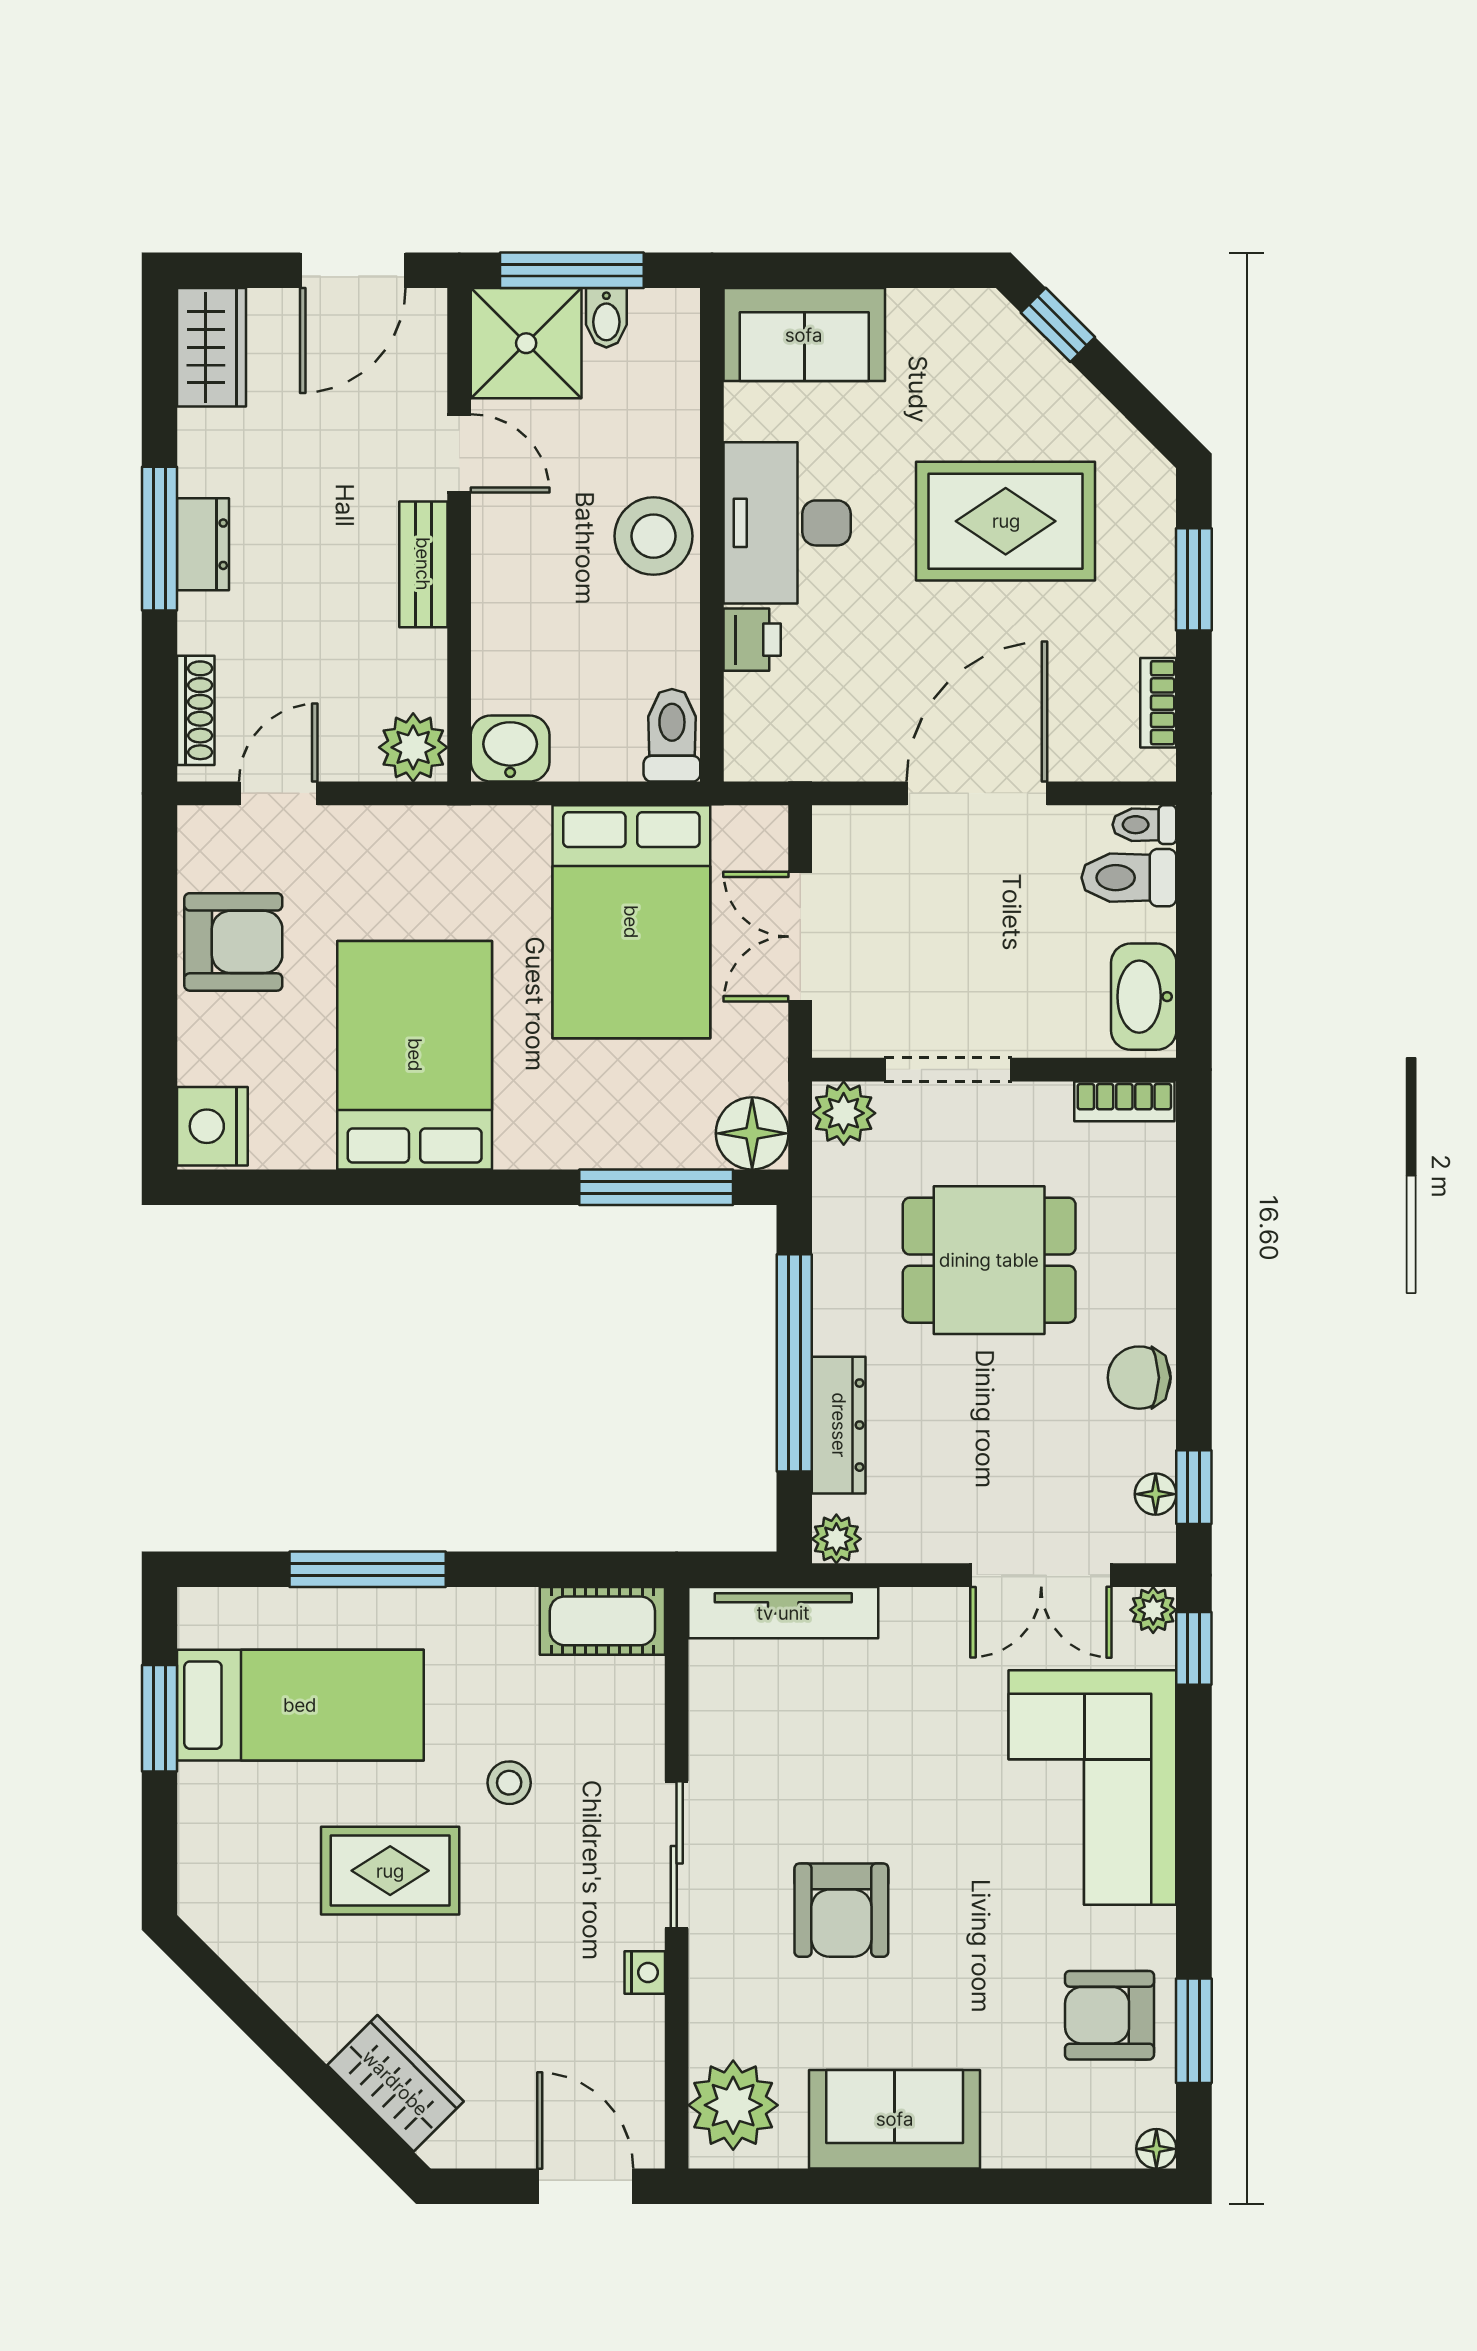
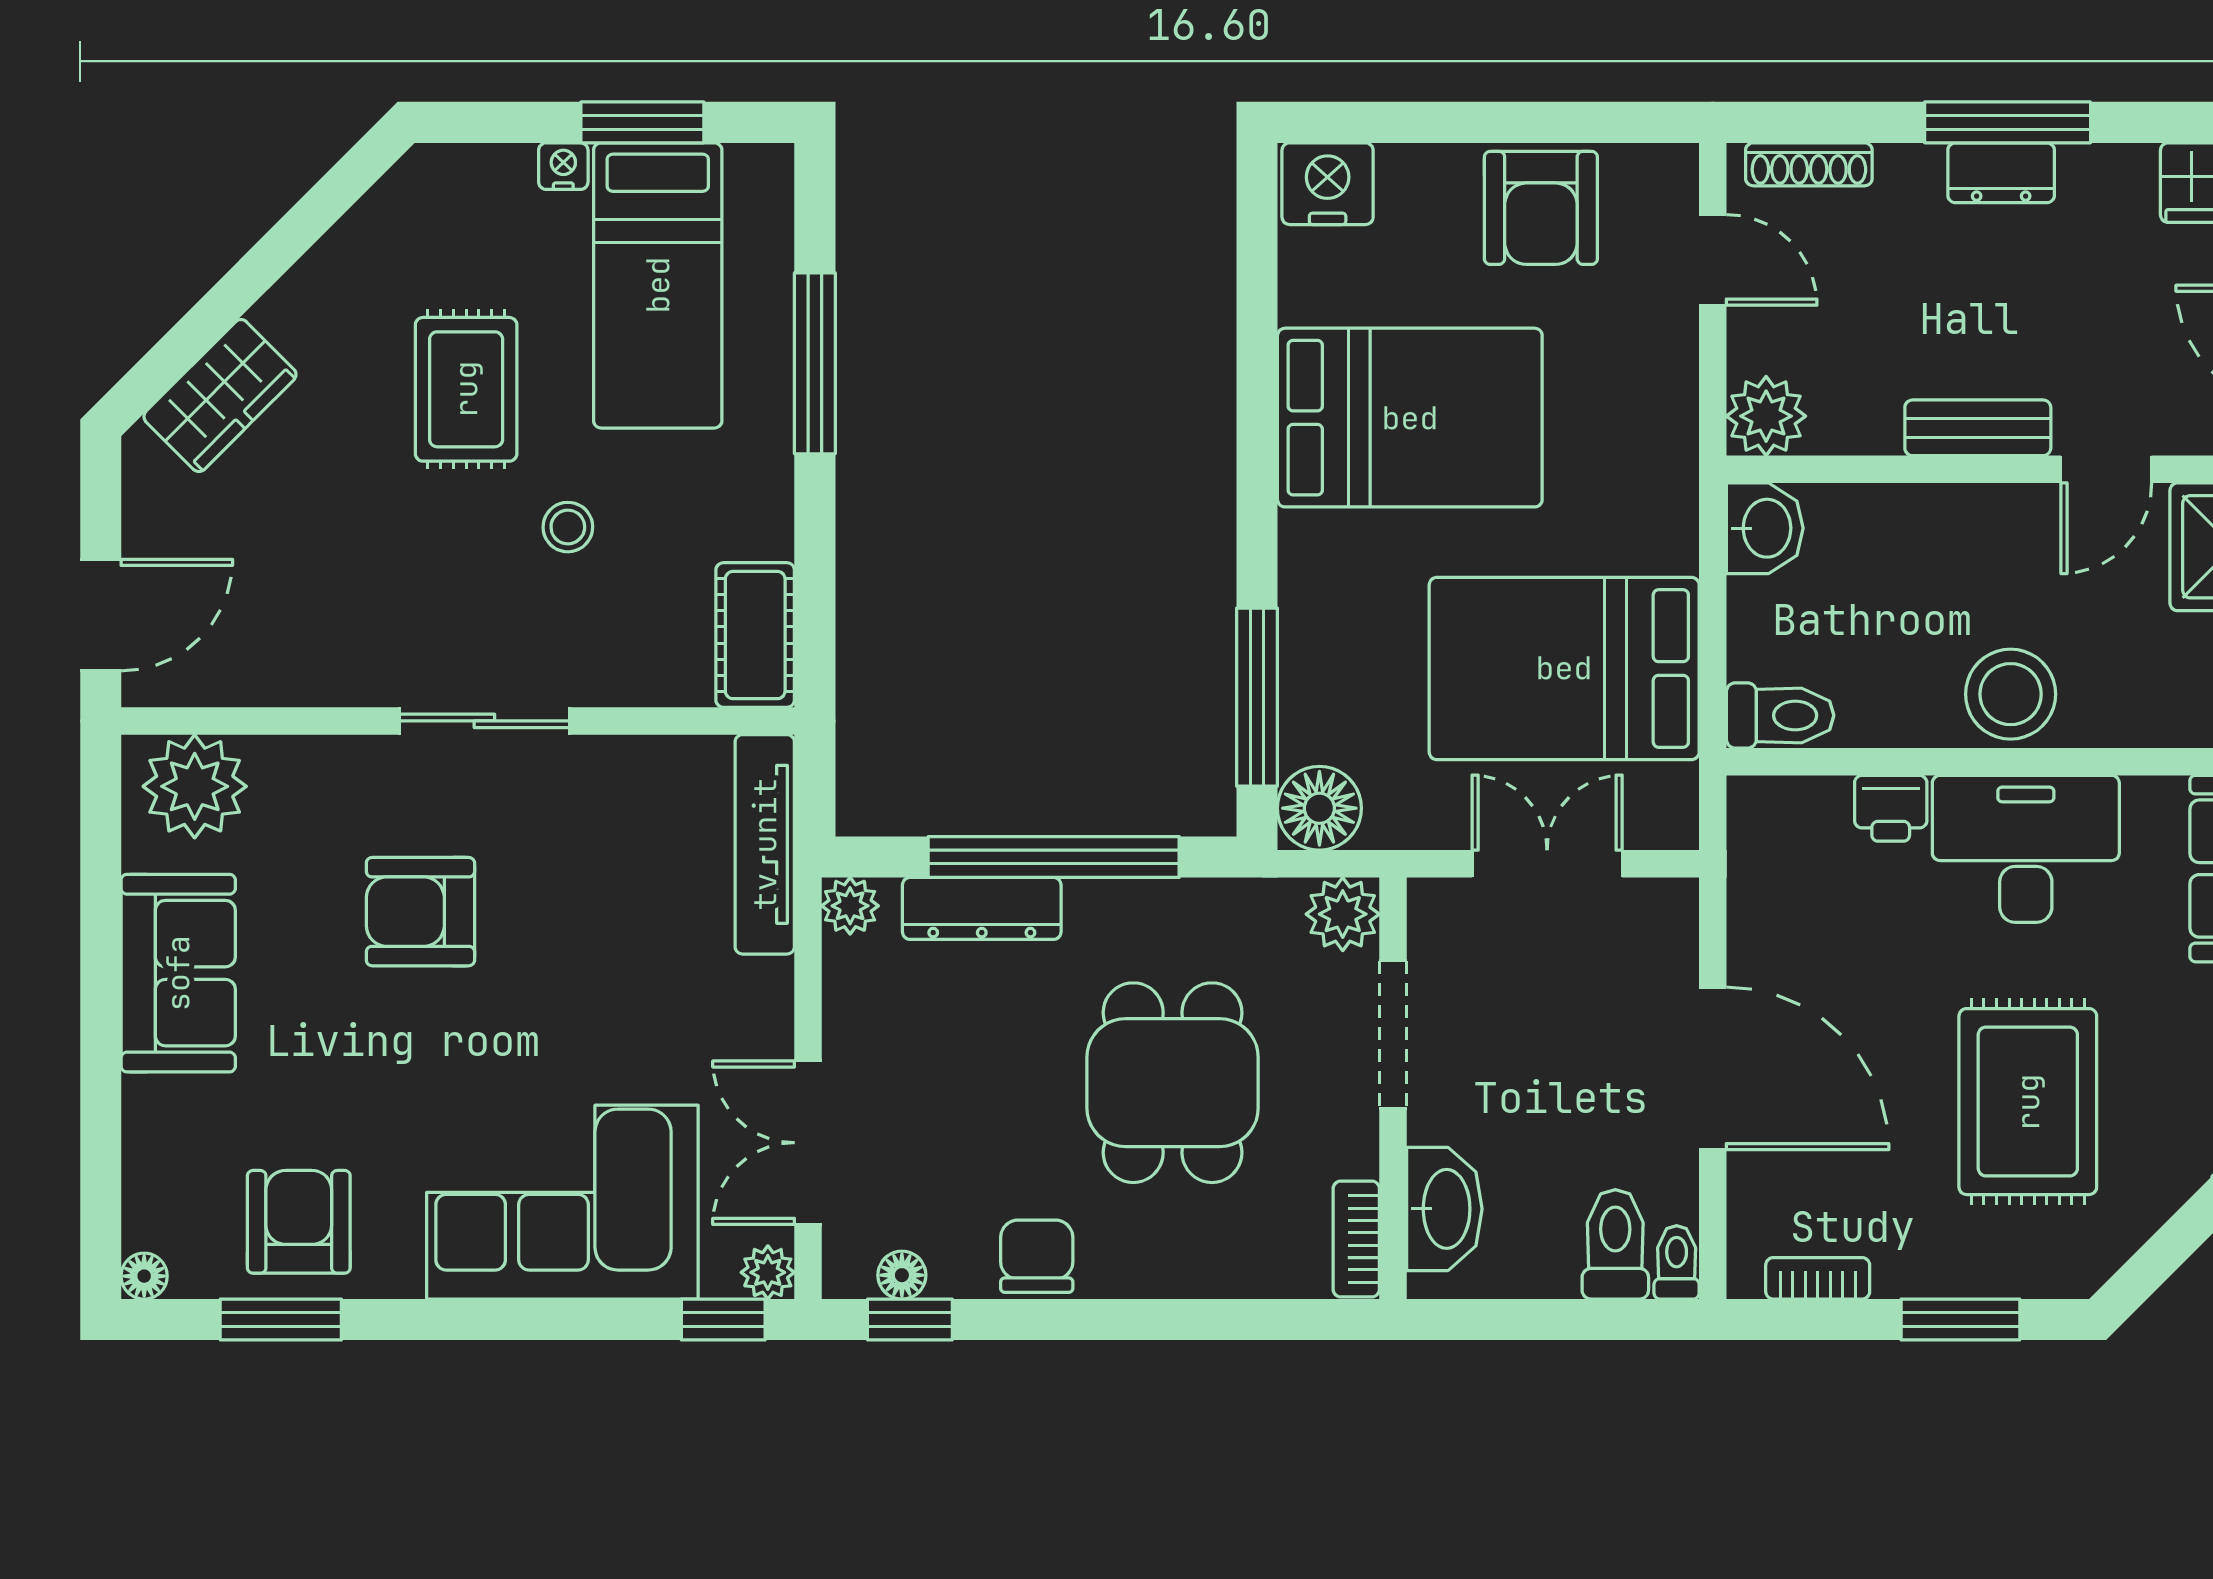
washbasin: (1144, 997) -> (1444, 1209), moved, turned 90
nightstand: (645, 1972) -> (563, 166), moved, turned 180

